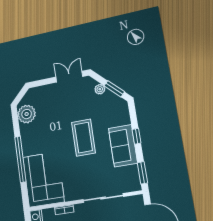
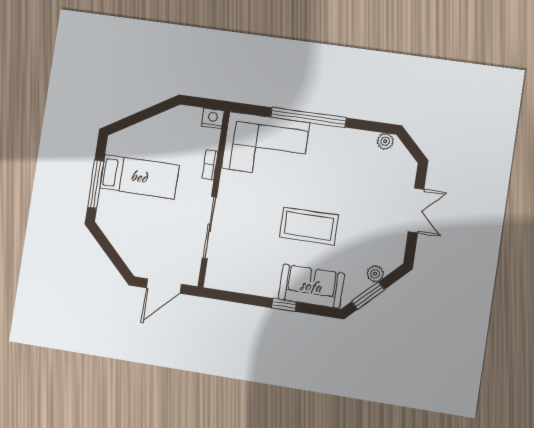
double door: (69, 77) -> (416, 211), moved
plant: (27, 114) -> (385, 141), width x0.53, depth x0.53
sofa: (123, 146) -> (311, 286), moved
window: (142, 173) -> (228, 296), removed

